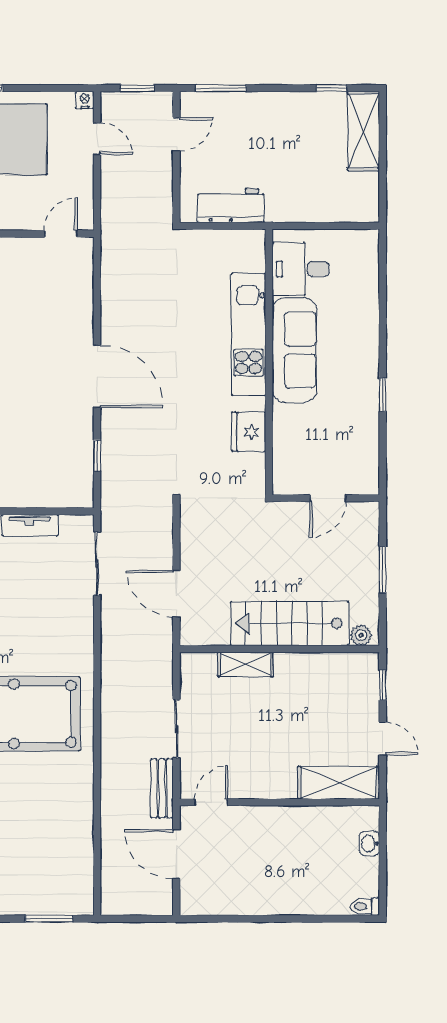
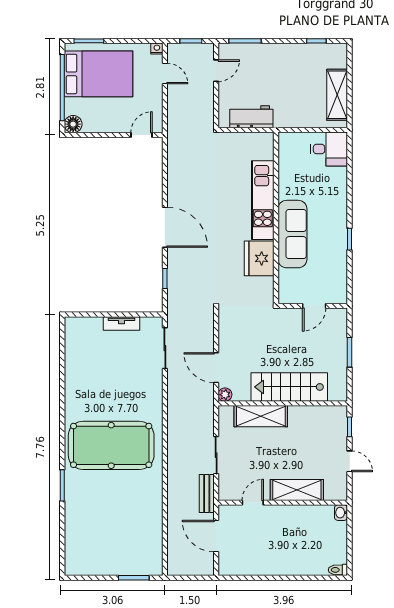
shelving: (364, 131) -> (337, 95), moved
desk: (301, 269) -> (329, 149), moved, turned 180
sofa: (294, 350) -> (292, 234), moved
fridge: (249, 432) -> (259, 258), width x1.36, depth x1.34
plant: (361, 635) -> (225, 395), moved
shelving: (245, 664) -> (261, 416), width x1.50, depth x1.33
shelving: (339, 783) -> (297, 490), moved
door: (211, 802) -> (253, 503), moved
washbasin: (369, 843) -> (341, 513), moved

